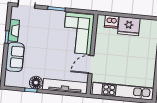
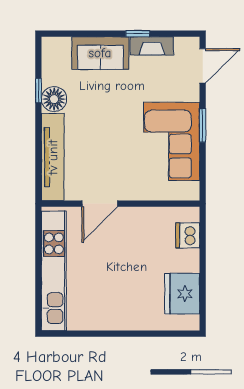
fridge: (129, 26) -> (182, 294), moved
corner sofa: (78, 33) -> (172, 141), moved, turned -90
door: (91, 65) -> (100, 204), swing flipped

